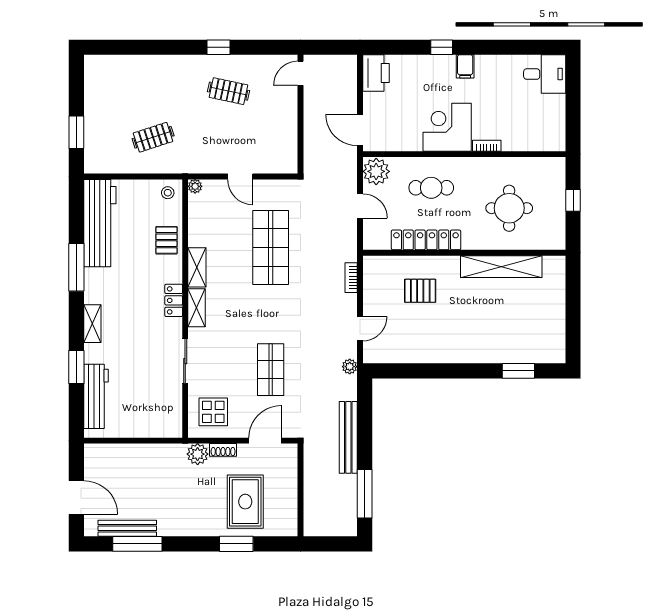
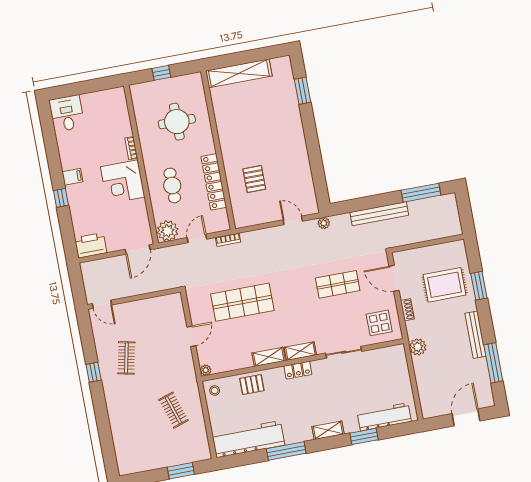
shelving: (501, 267) -> (239, 73), moved, turned 90
bookcase: (351, 278) -> (228, 240), moved
plant: (198, 454) -> (418, 347), moved
bench: (127, 528) -> (475, 335), moved

